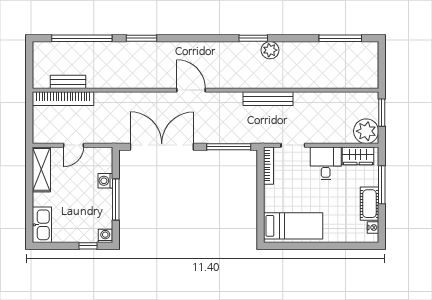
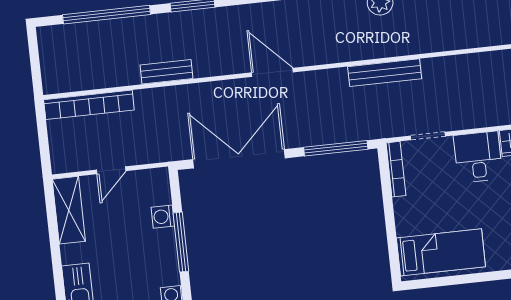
bench: (68, 82) -> (166, 72), moved

